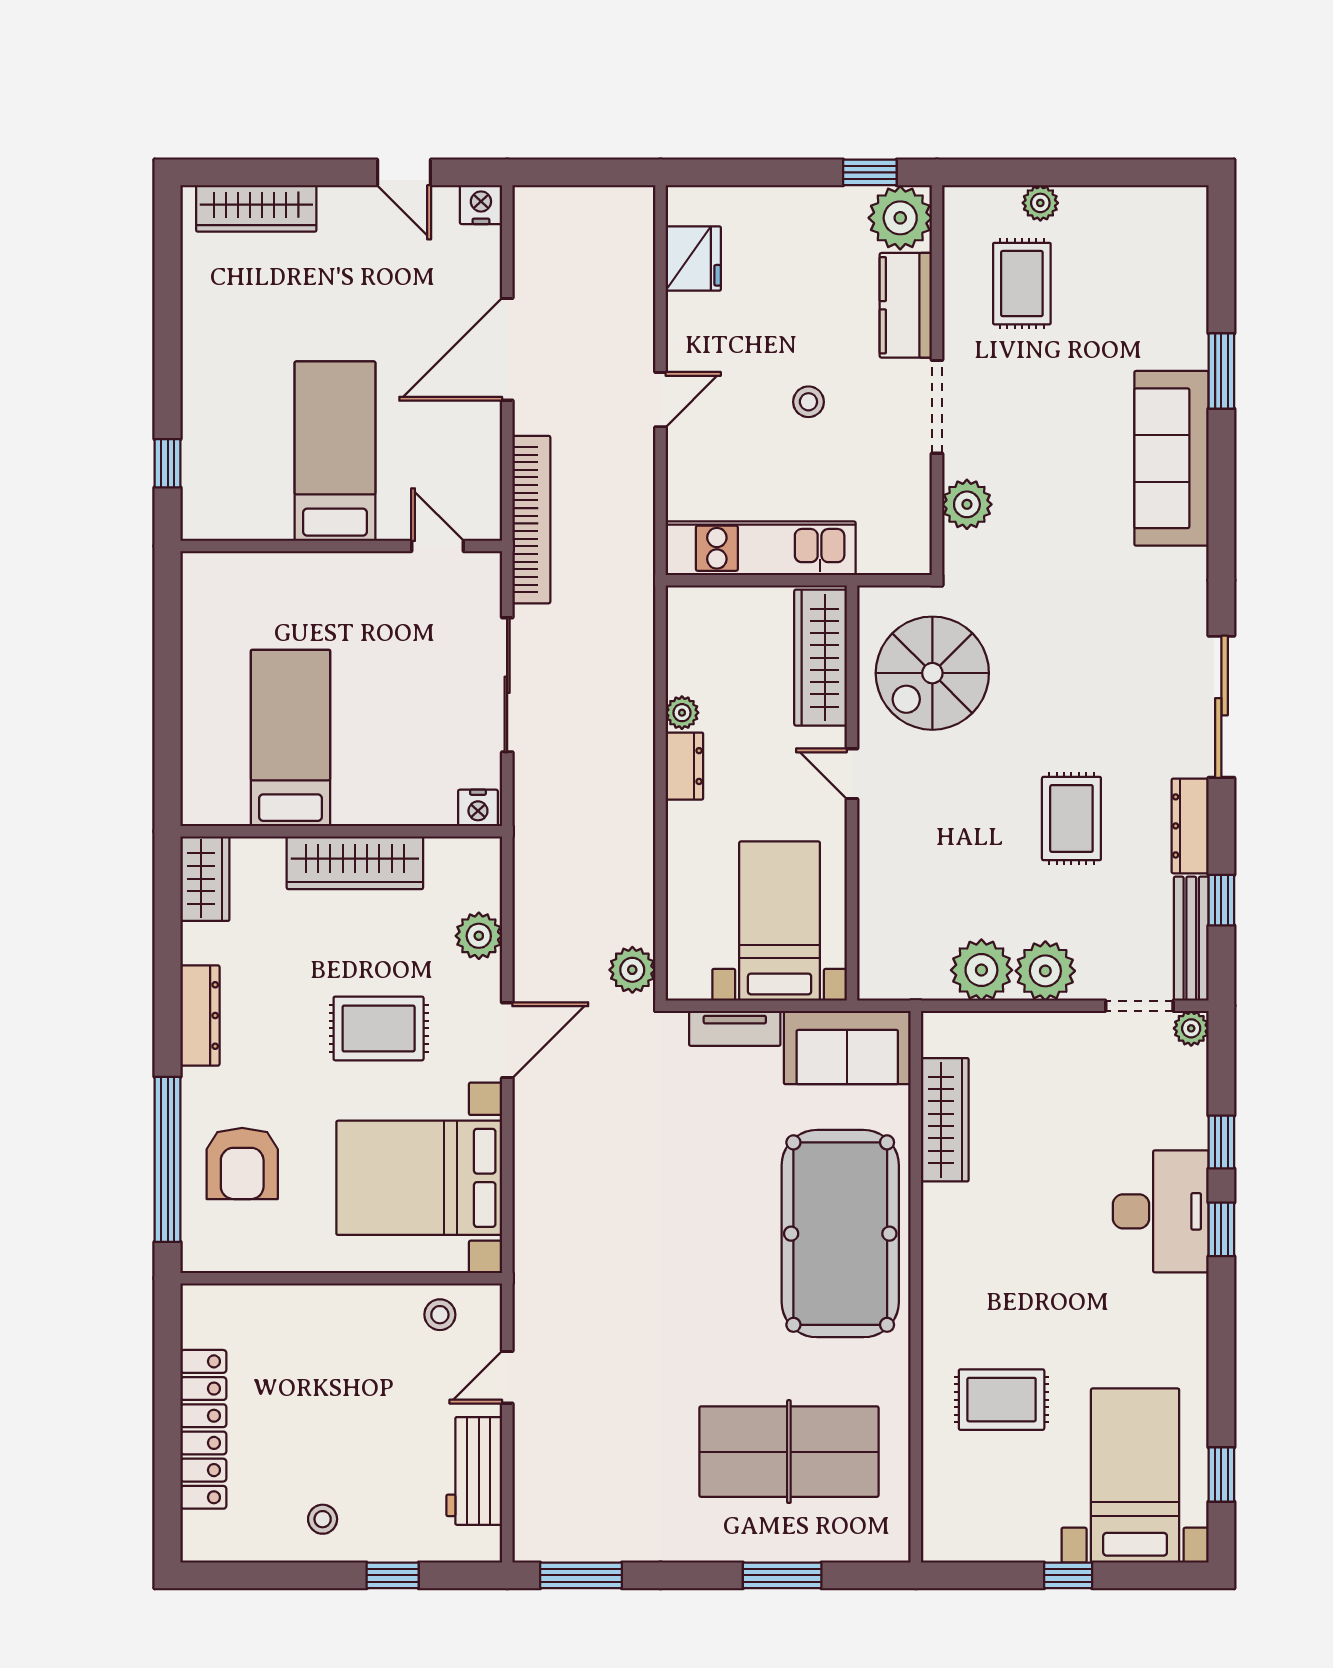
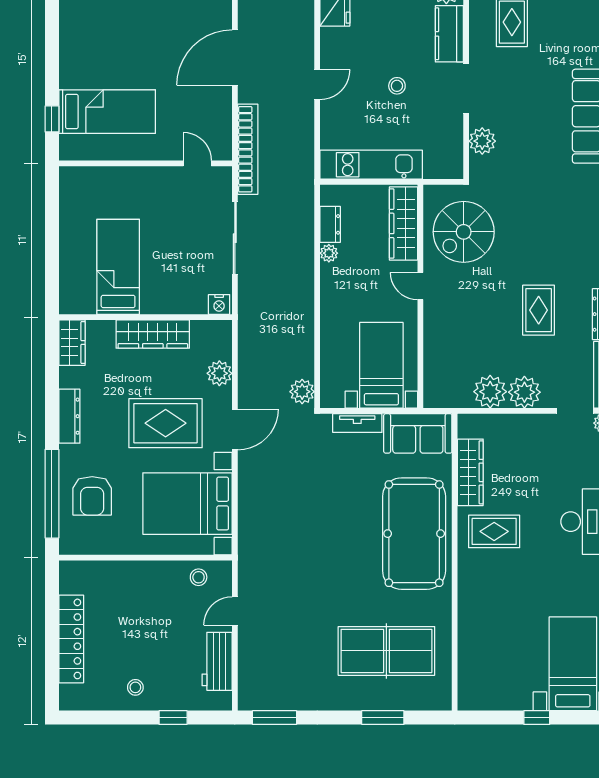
bed: (335, 451) -> (107, 112), moved, turned 90
dresser: (684, 766) -> (330, 224), moved
rug: (379, 1028) -> (166, 423), width x1.36, depth x1.43
rug: (1002, 1400) -> (494, 531), moved

